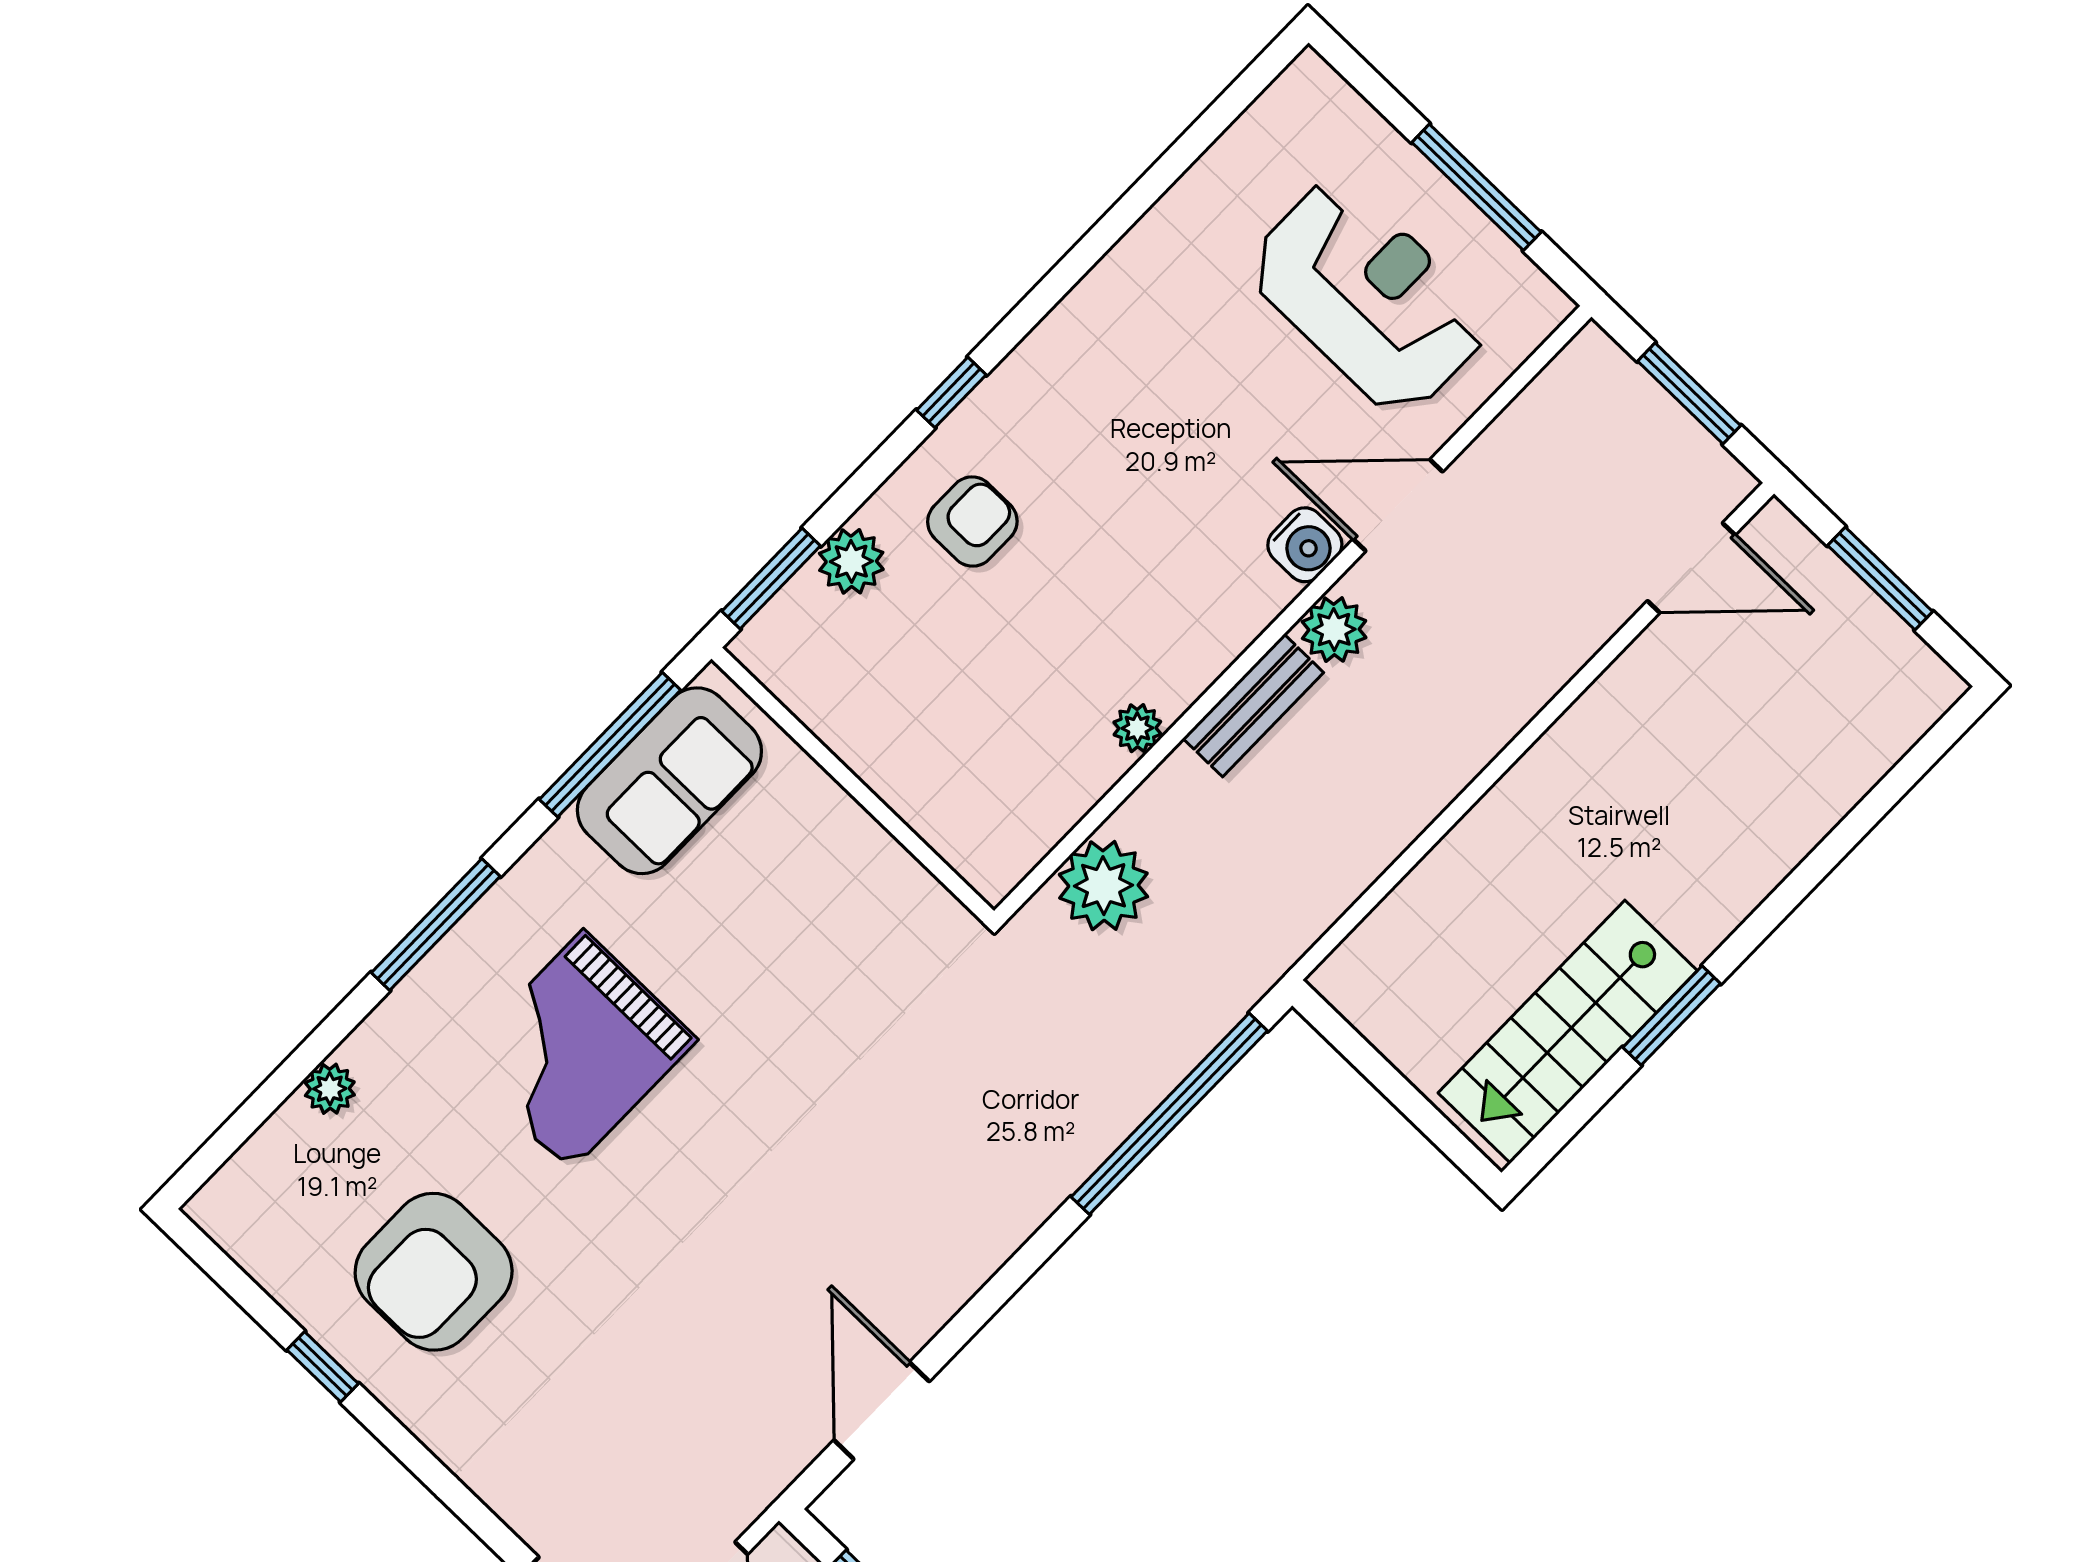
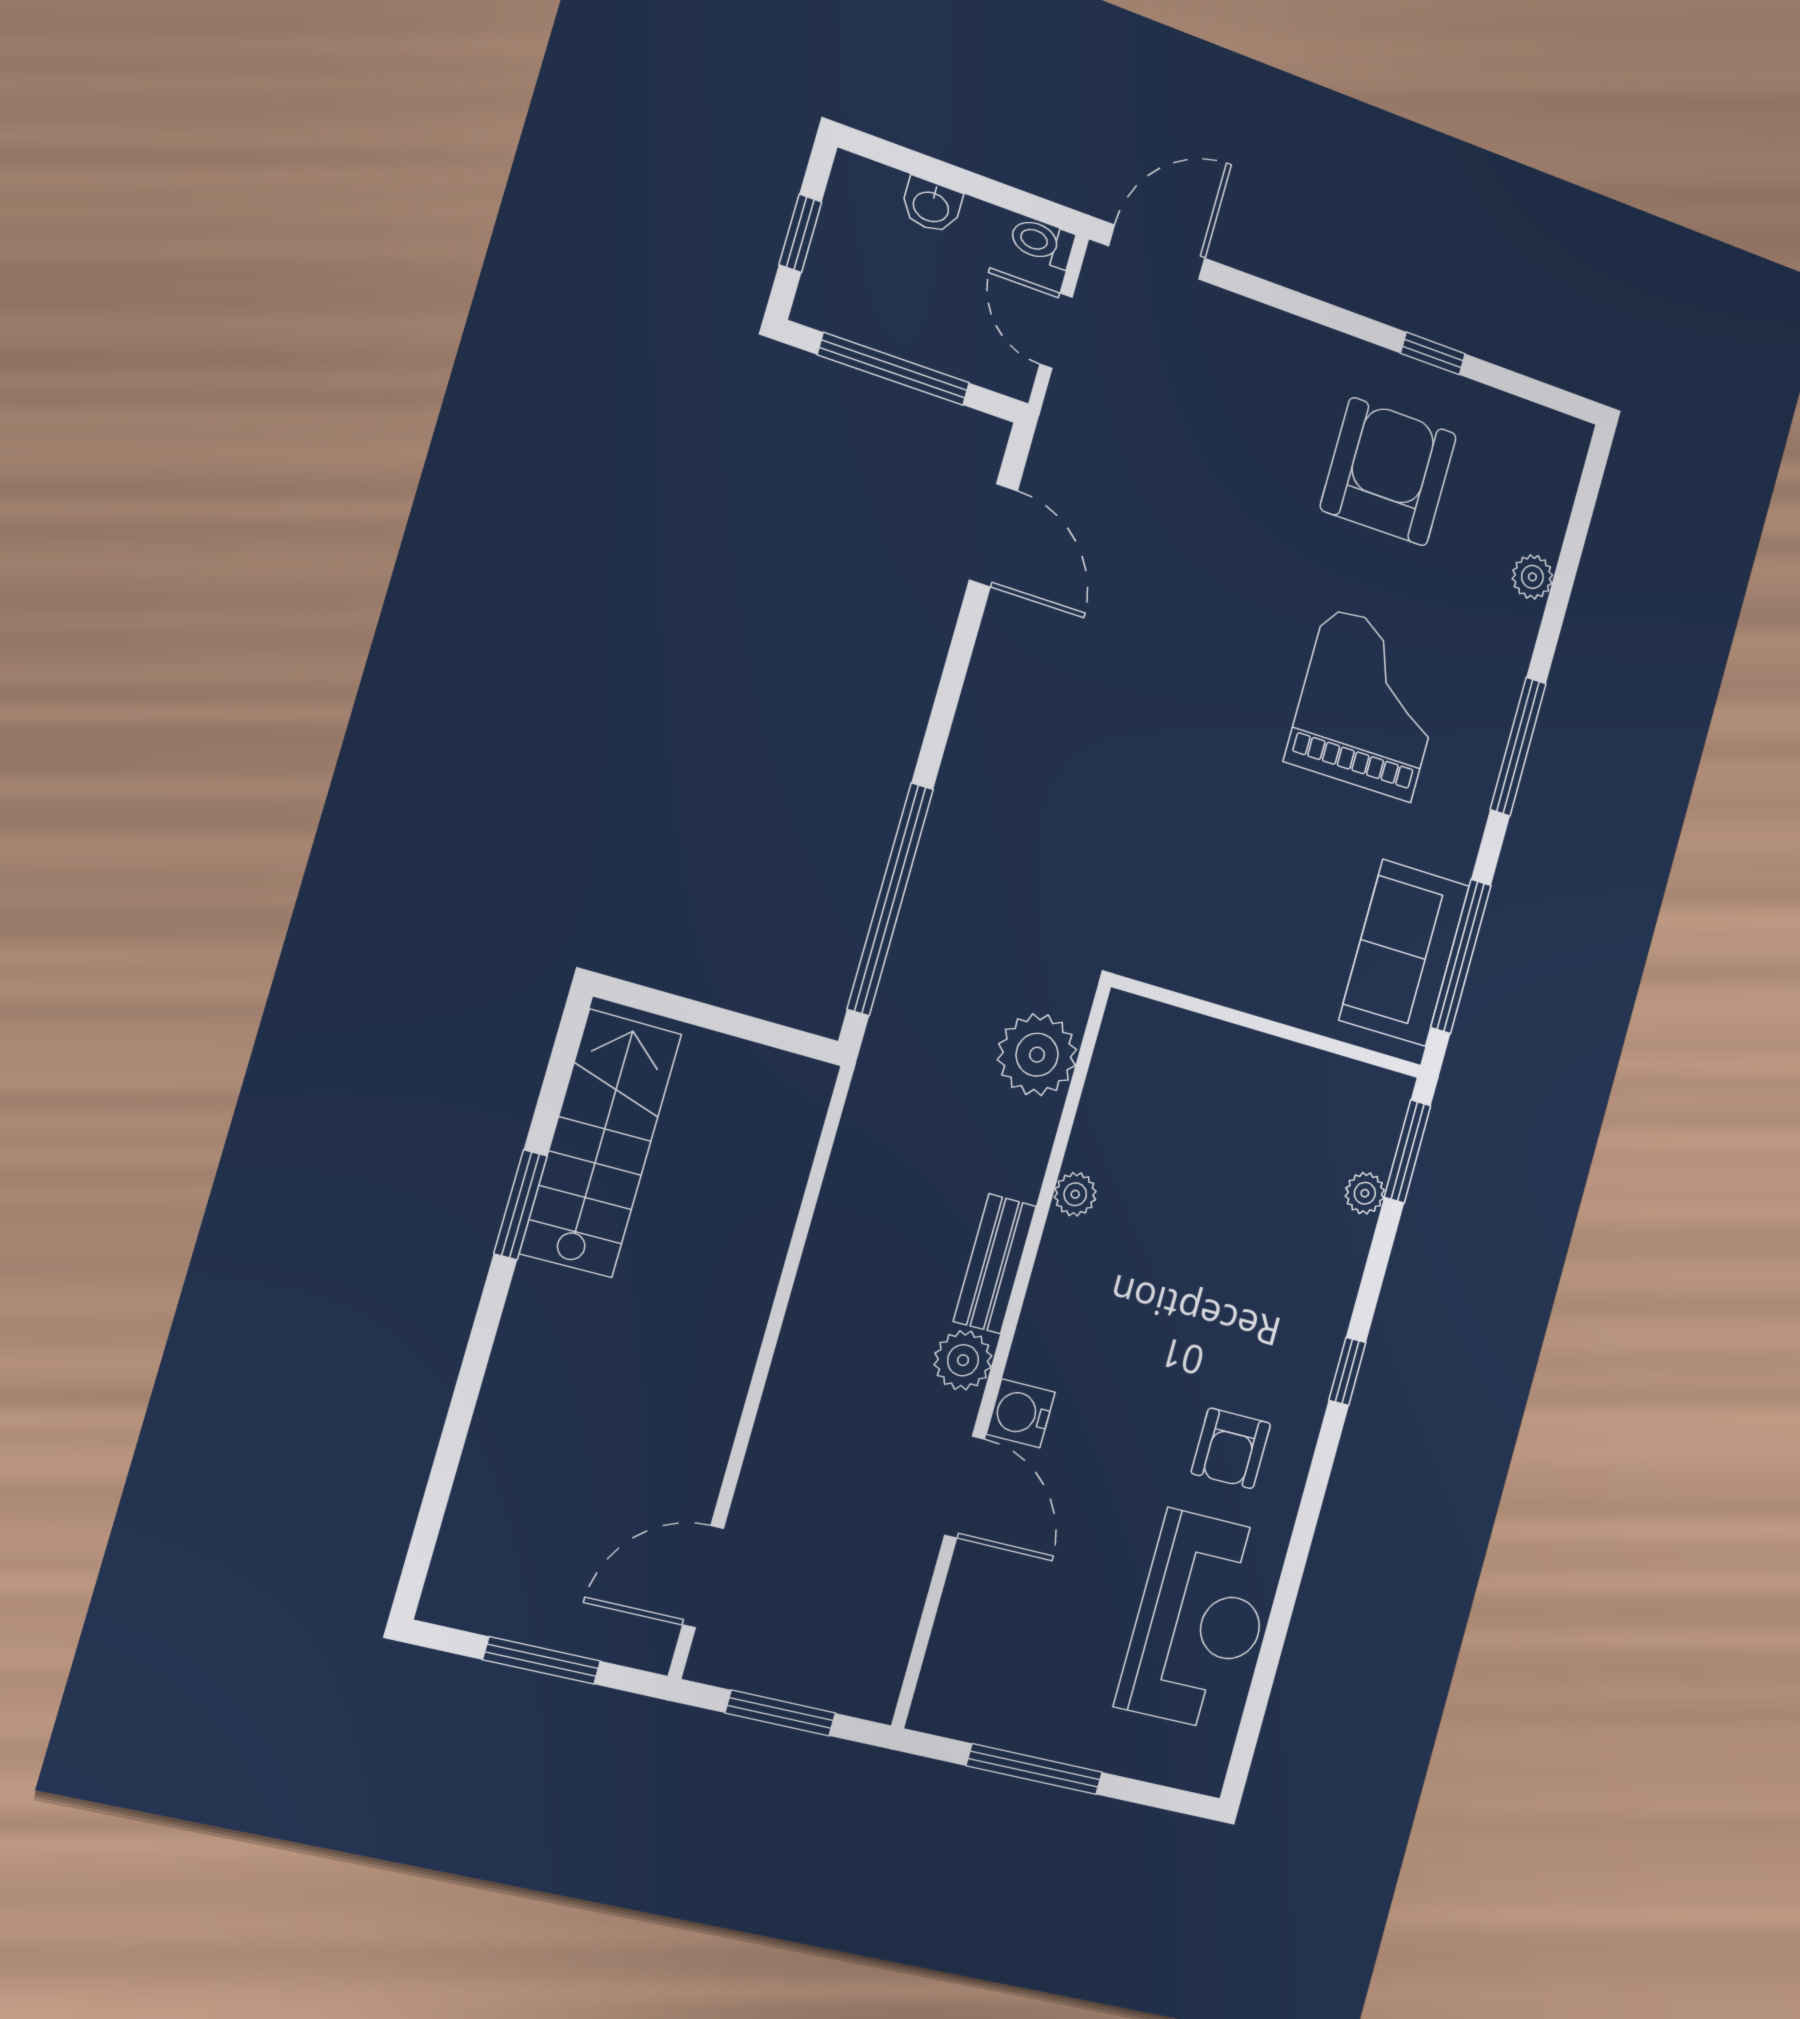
reception desk: (1368, 296) -> (1200, 1621), moved, turned -90
door: (1398, 505) -> (965, 1487), hinge flipped
armchair: (972, 522) -> (1231, 1448), moved
plant: (851, 561) -> (1365, 1193), width x0.73, depth x0.73

